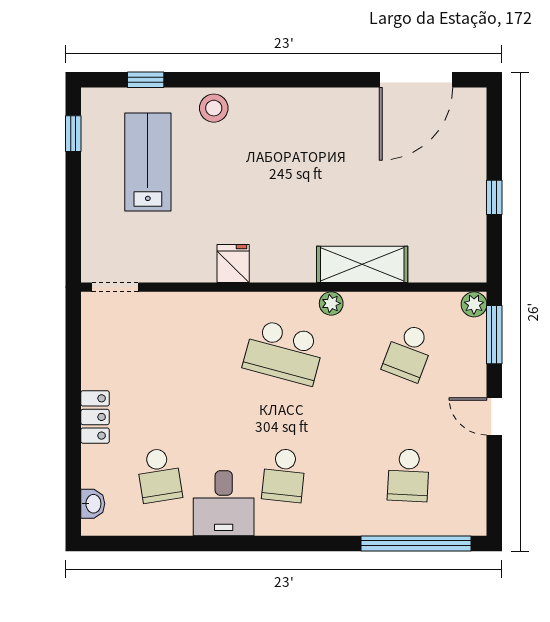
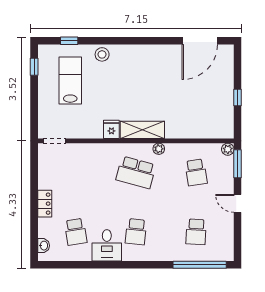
shelving: (362, 264) -> (142, 130), moved
school desk: (408, 352) -> (196, 172), turned -30

